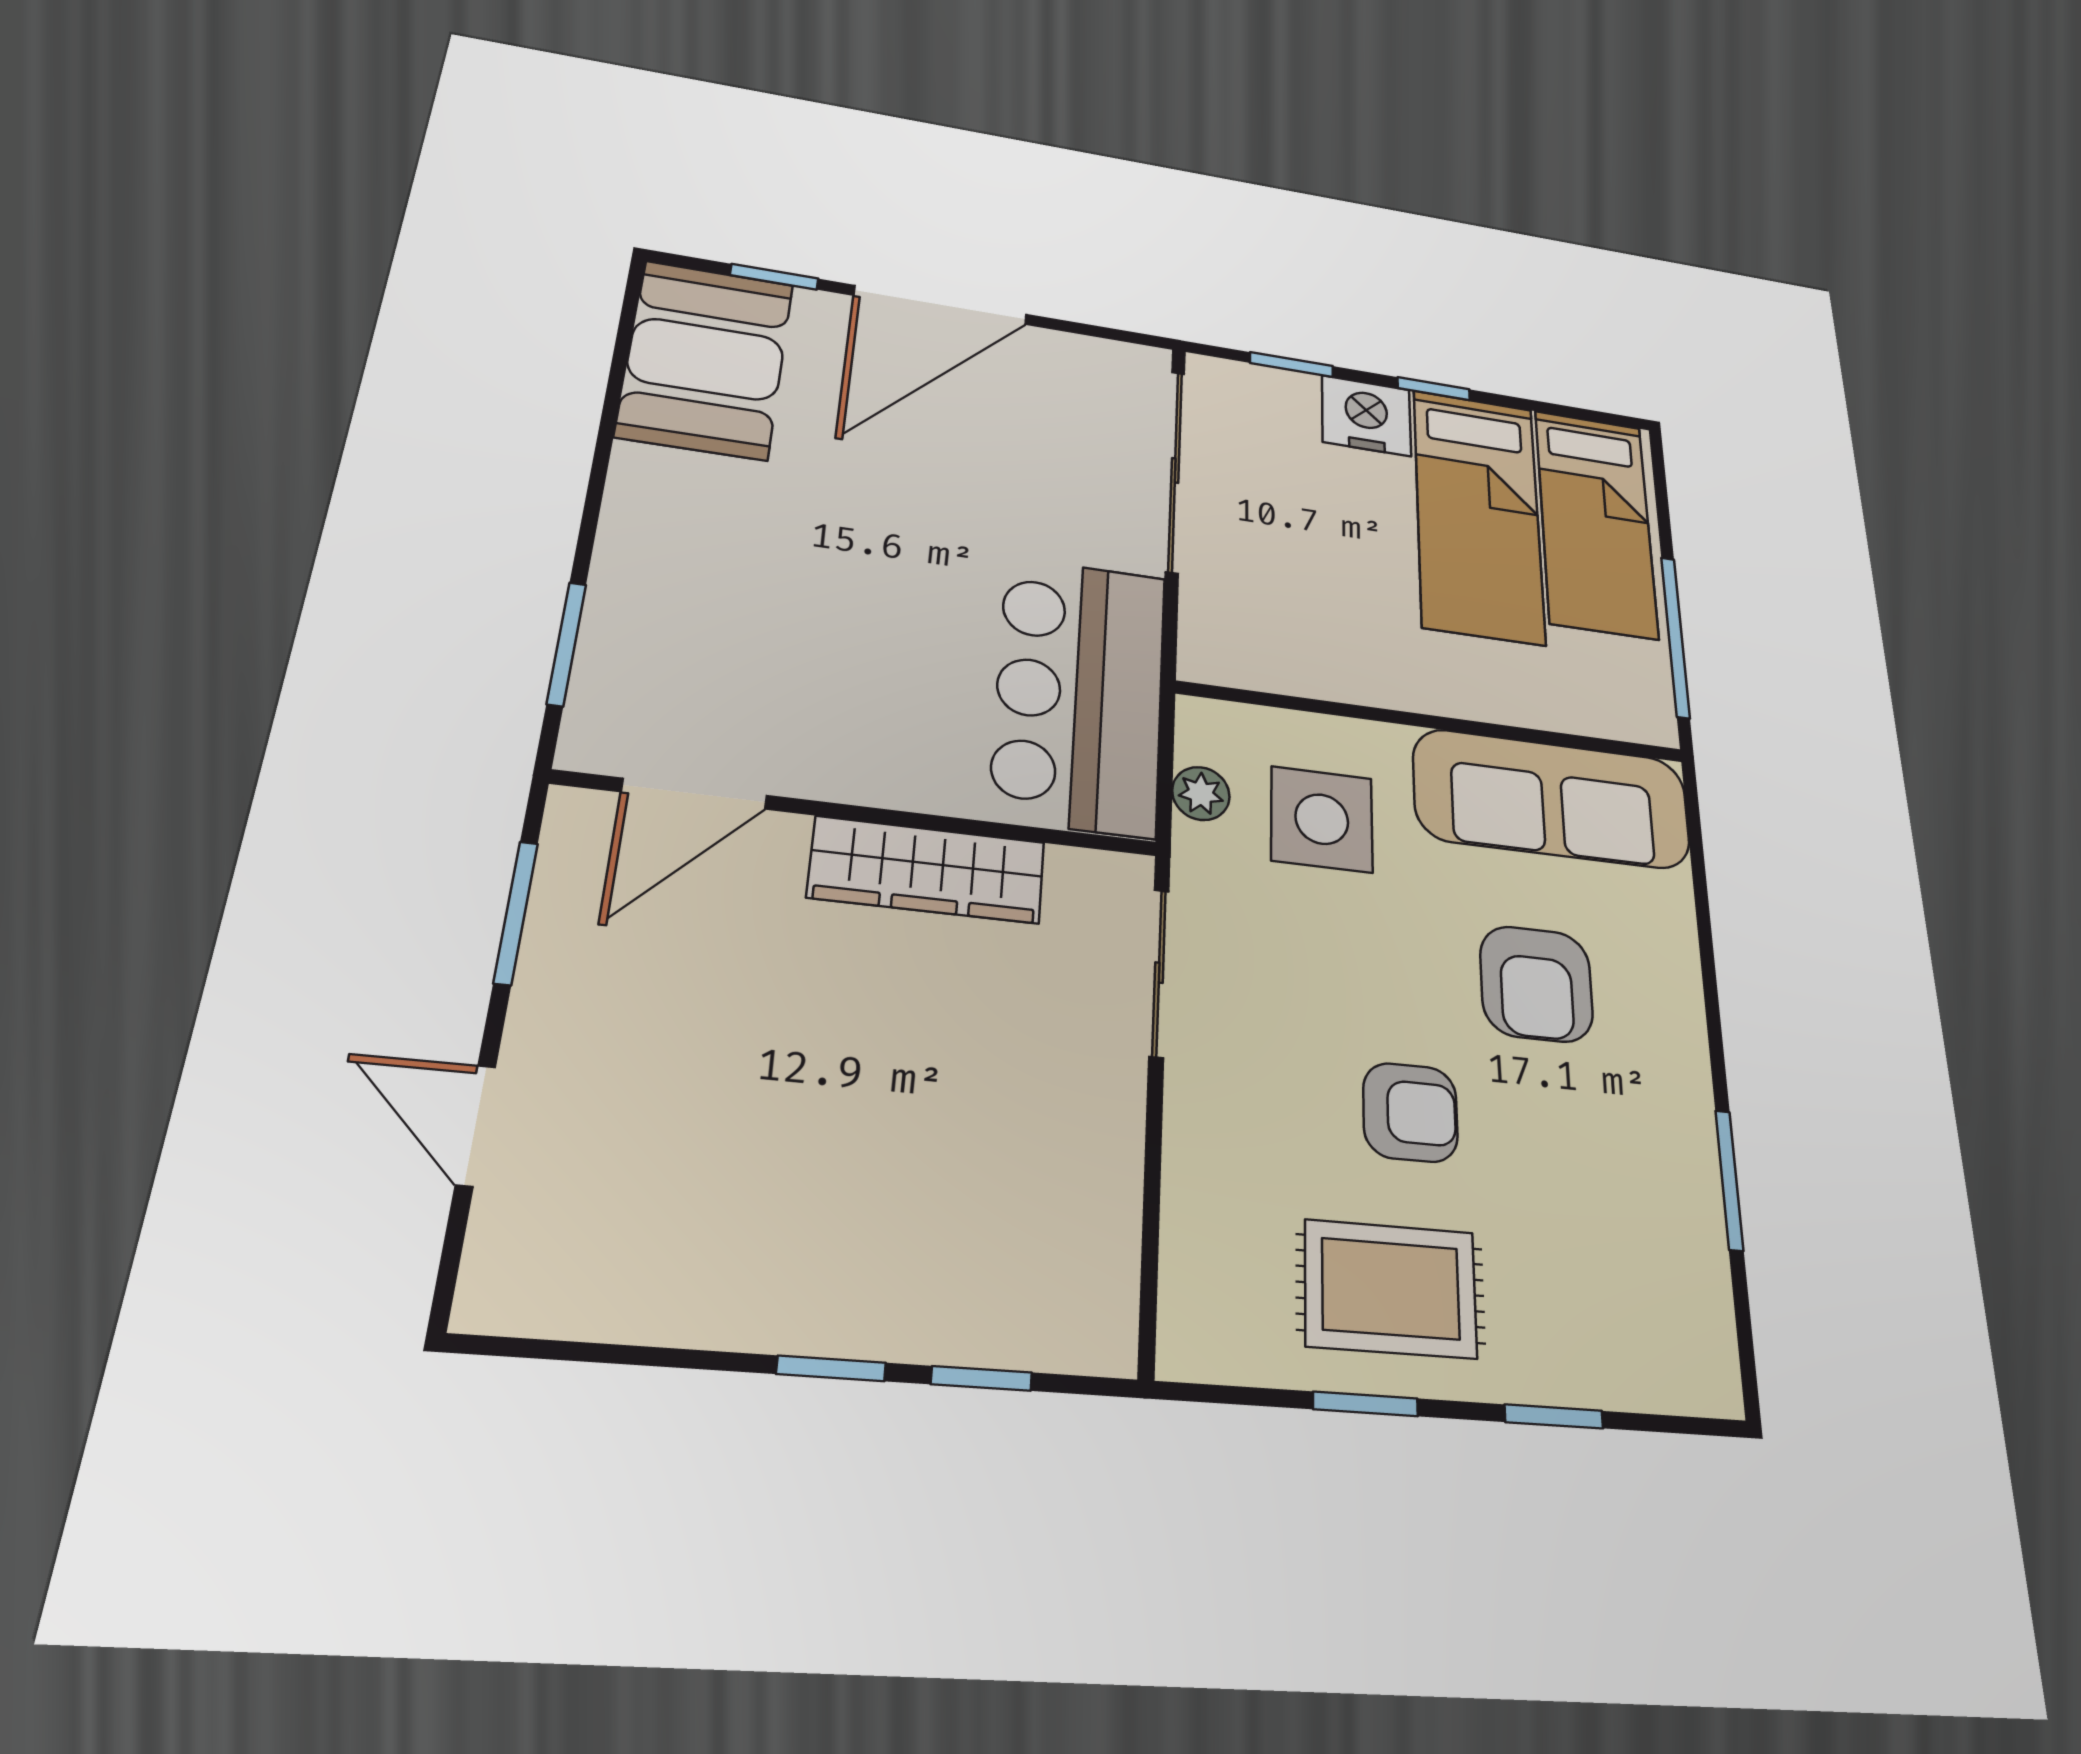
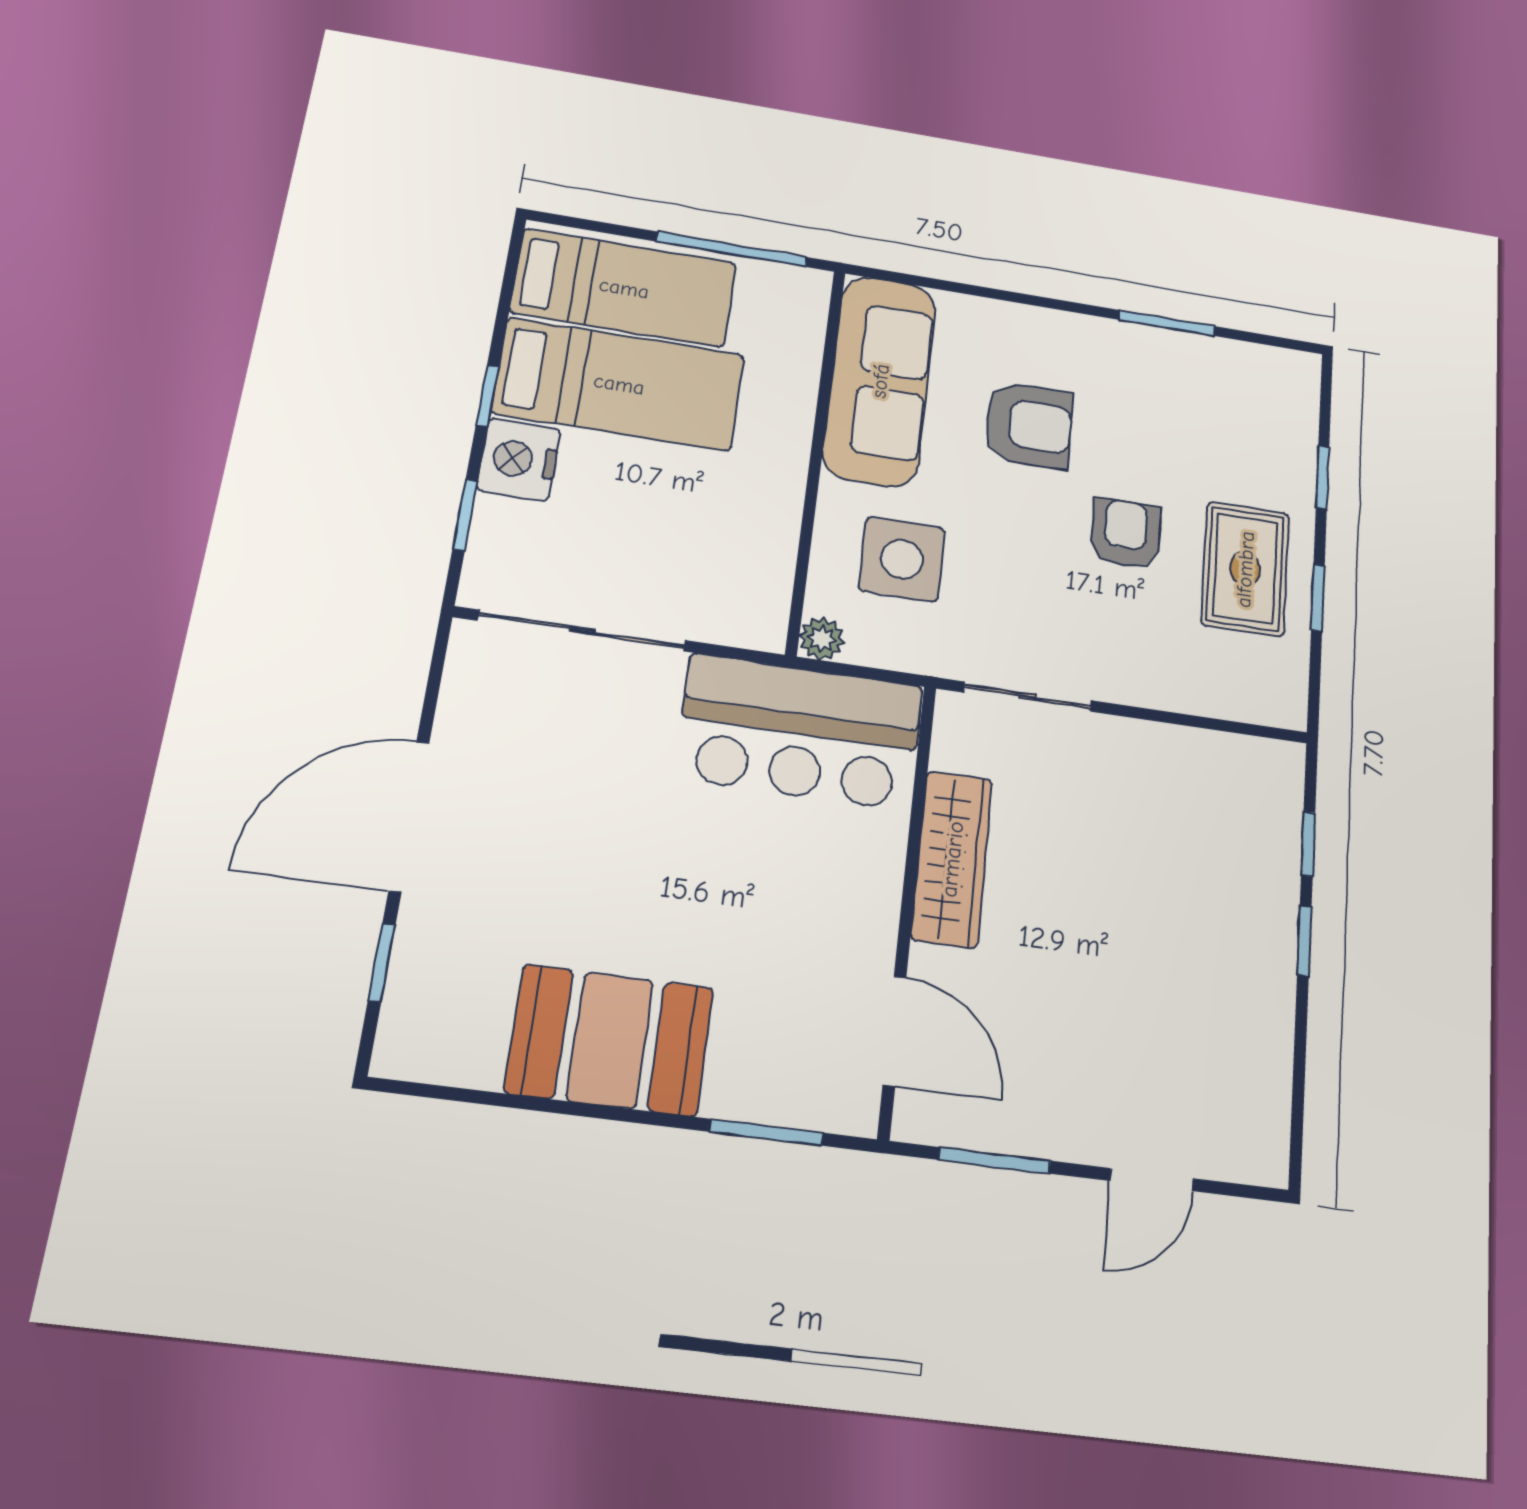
door: (941, 305) -> (409, 816), swing flipped
booth: (706, 359) -> (610, 1040), moved
plant: (1201, 794) -> (822, 639), moved

